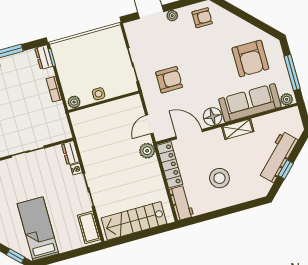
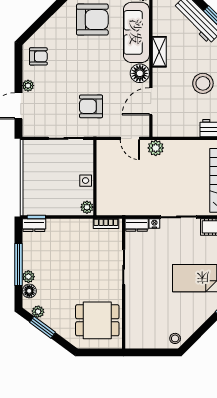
armchair: (202, 18) -> (38, 56), turned 90
armchair: (169, 80) -> (91, 106), turned -90
bookcase: (54, 89) -> (106, 224), moved
locker: (170, 165) -> (176, 129), removed

